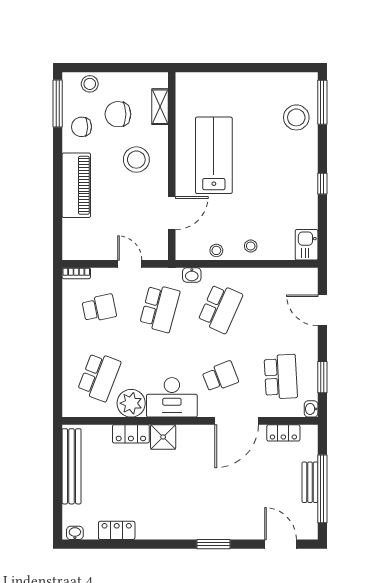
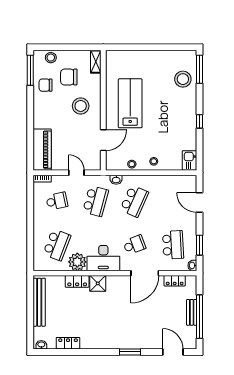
shelving: (160, 107) -> (96, 62), moved
piano: (76, 185) -> (42, 150), moved

